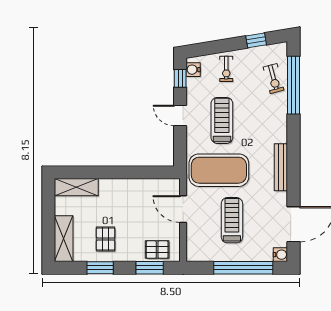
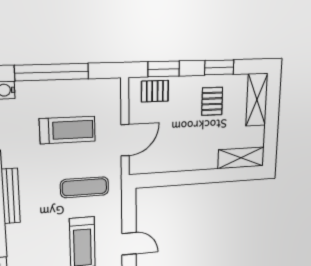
exercise mat: (219, 170) -> (84, 187), width x0.50, depth x0.69
door: (183, 209) -> (125, 140), hinge flipped
treadmill: (232, 220) -> (67, 130), turned -90

